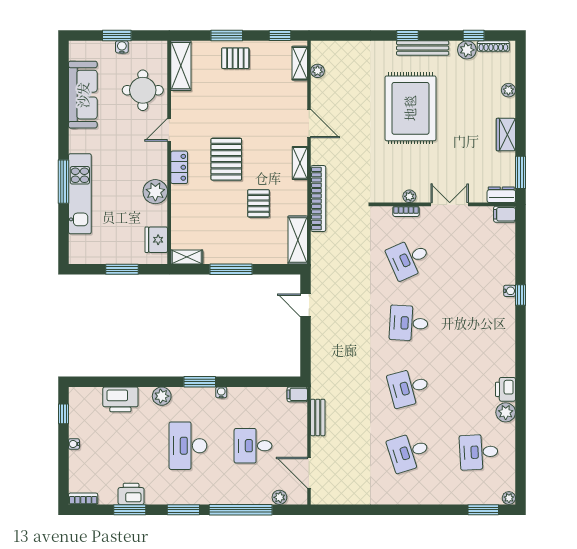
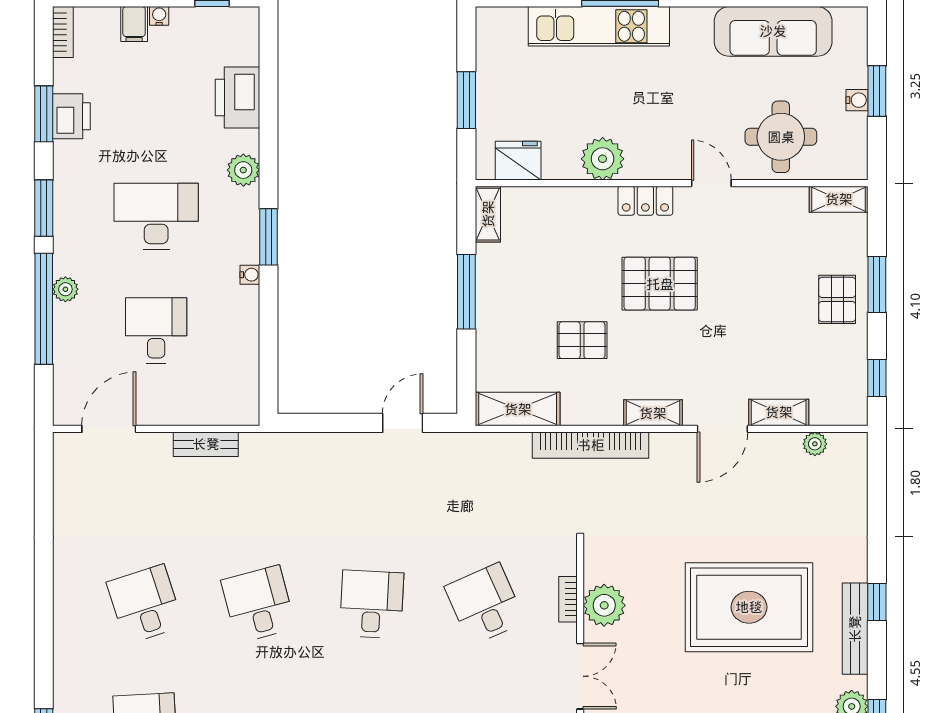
shelving: (300, 63) -> (779, 412), moved
shelving: (181, 66) -> (839, 199), width x0.67, depth x0.75
plant: (409, 196) -> (604, 605), width x1.88, depth x1.88
filing cabinet: (297, 394) -> (134, 24), moved, turned 180
plant: (279, 497) -> (65, 289), moved

